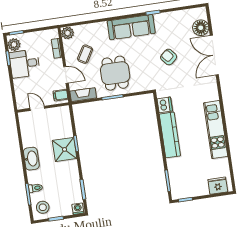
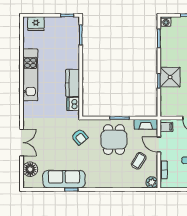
sofa: (131, 27) -> (64, 179), moved
double door: (214, 55) -> (22, 143), width x0.73
armchair: (169, 57) -> (80, 137), moved
kitchen counter: (170, 135) -> (73, 83), width x0.67

